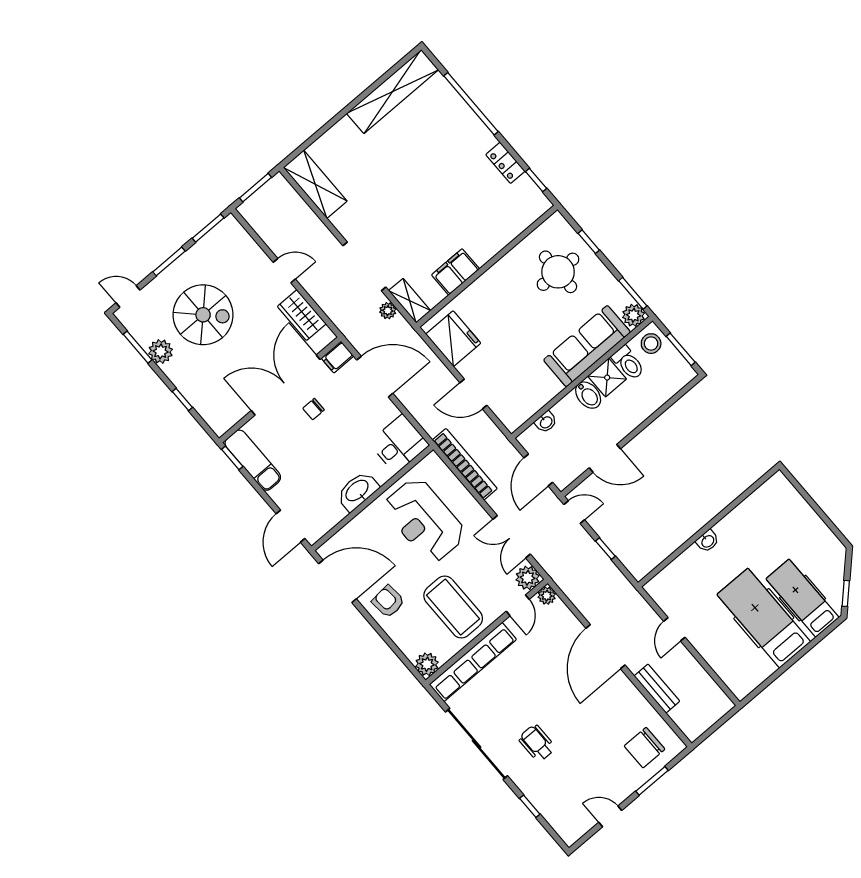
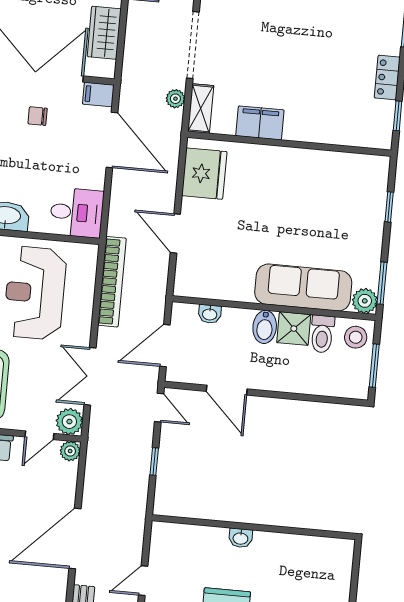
round table: (558, 272) -> (341, 206), removed

